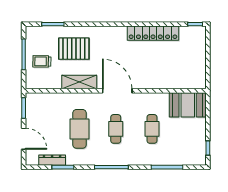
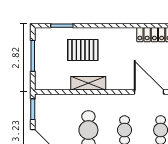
trolley: (42, 61) -> (51, 63), removed
door: (117, 91) -> (149, 92), moved

